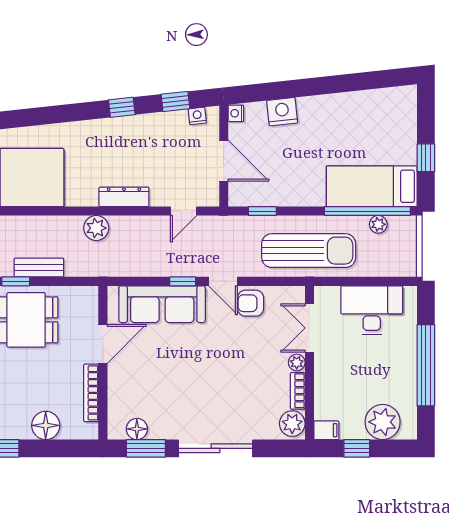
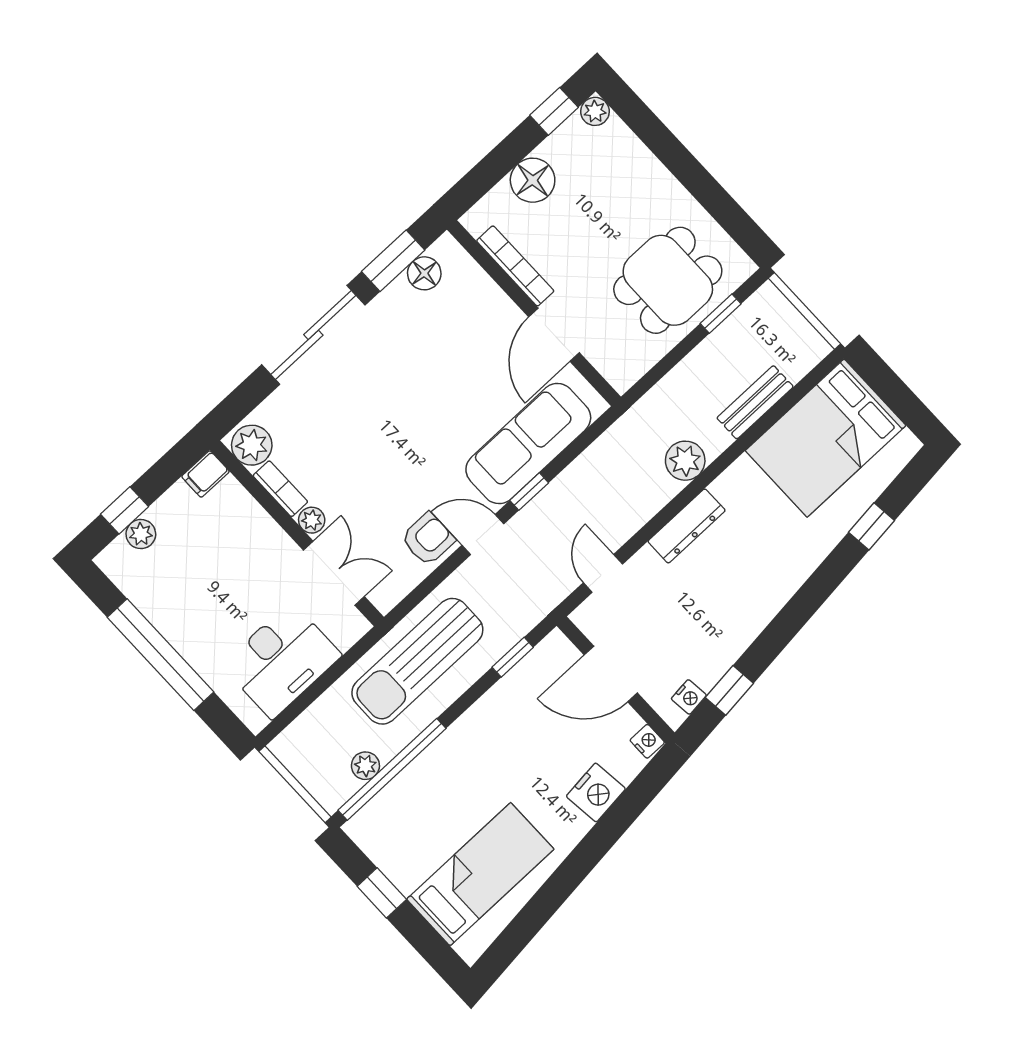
window: (122, 107) -> (871, 526), moved
bed: (372, 186) -> (480, 874), moved
bench: (39, 268) -> (755, 402), moved
plant: (383, 422) -> (141, 534), width x0.53, depth x0.53
window: (357, 448) -> (125, 510), moved

